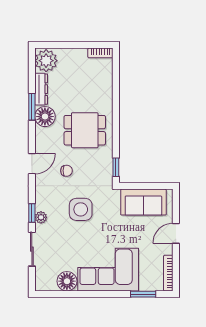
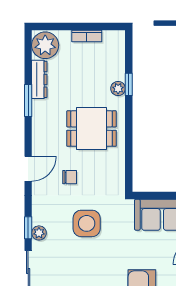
bookcase: (100, 53) -> (87, 36), moved
plant: (107, 97) -> (118, 89), added
floor lamp: (45, 117) -> (44, 112), removed
window: (116, 167) -> (129, 84), moved

